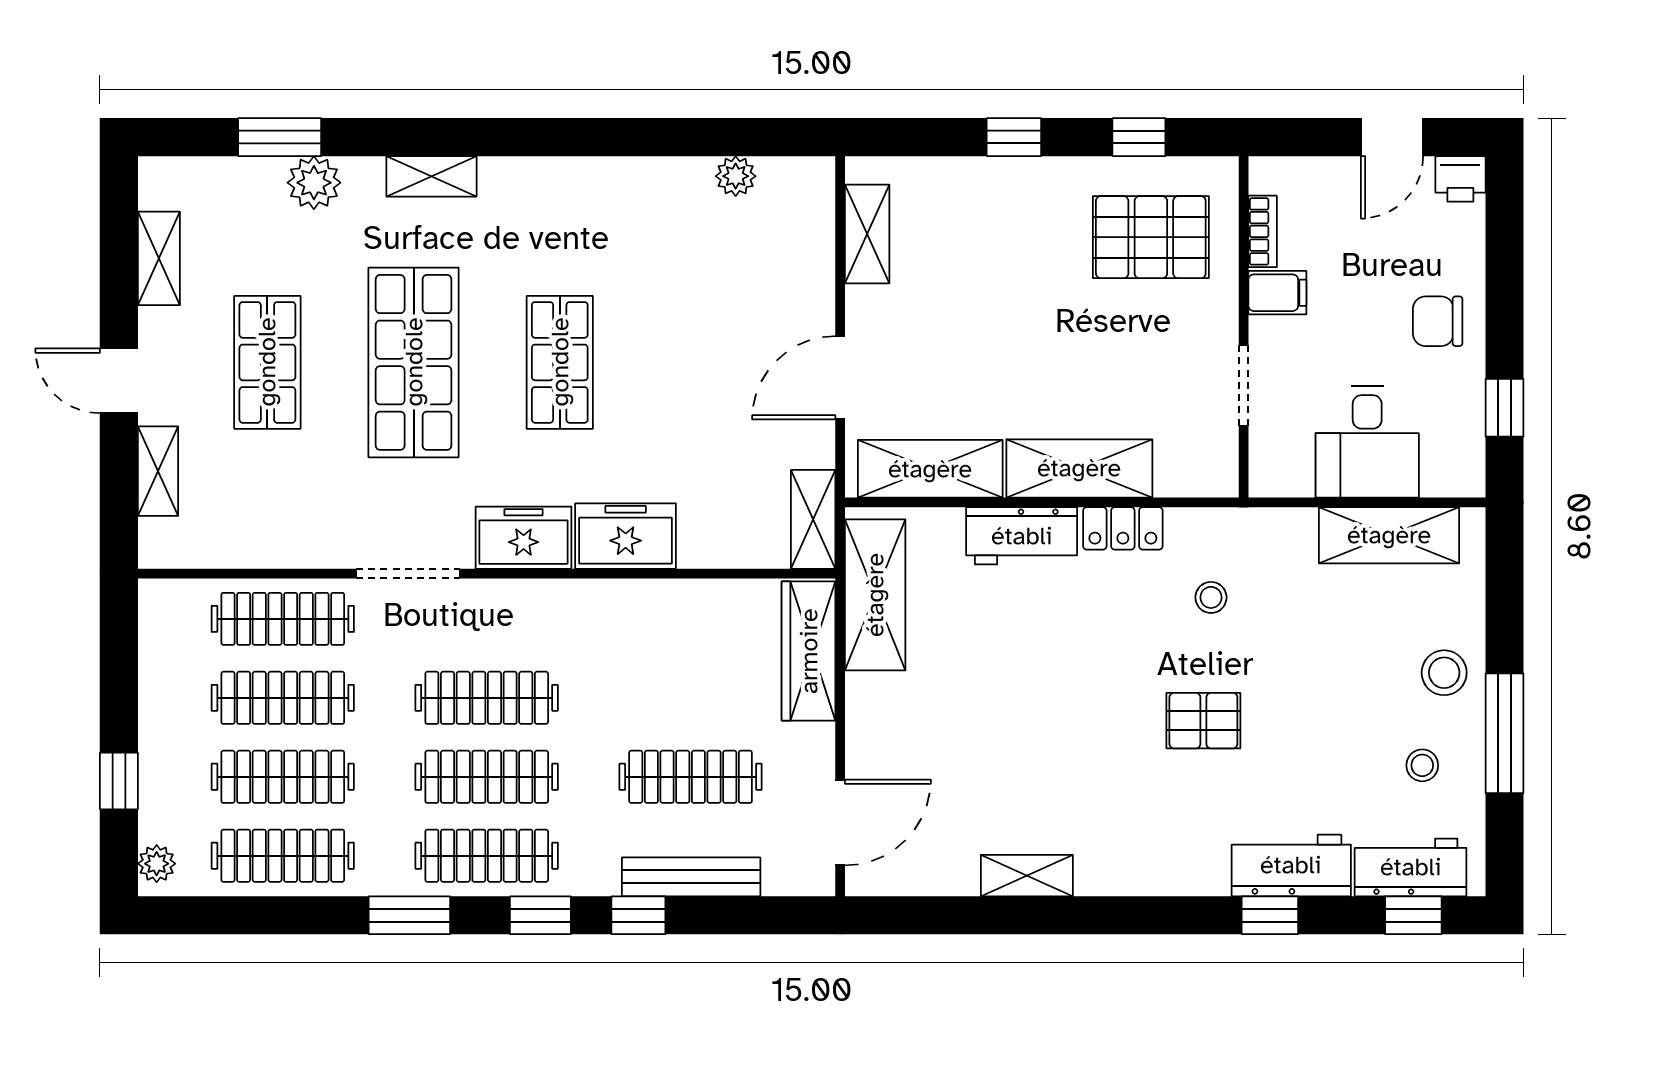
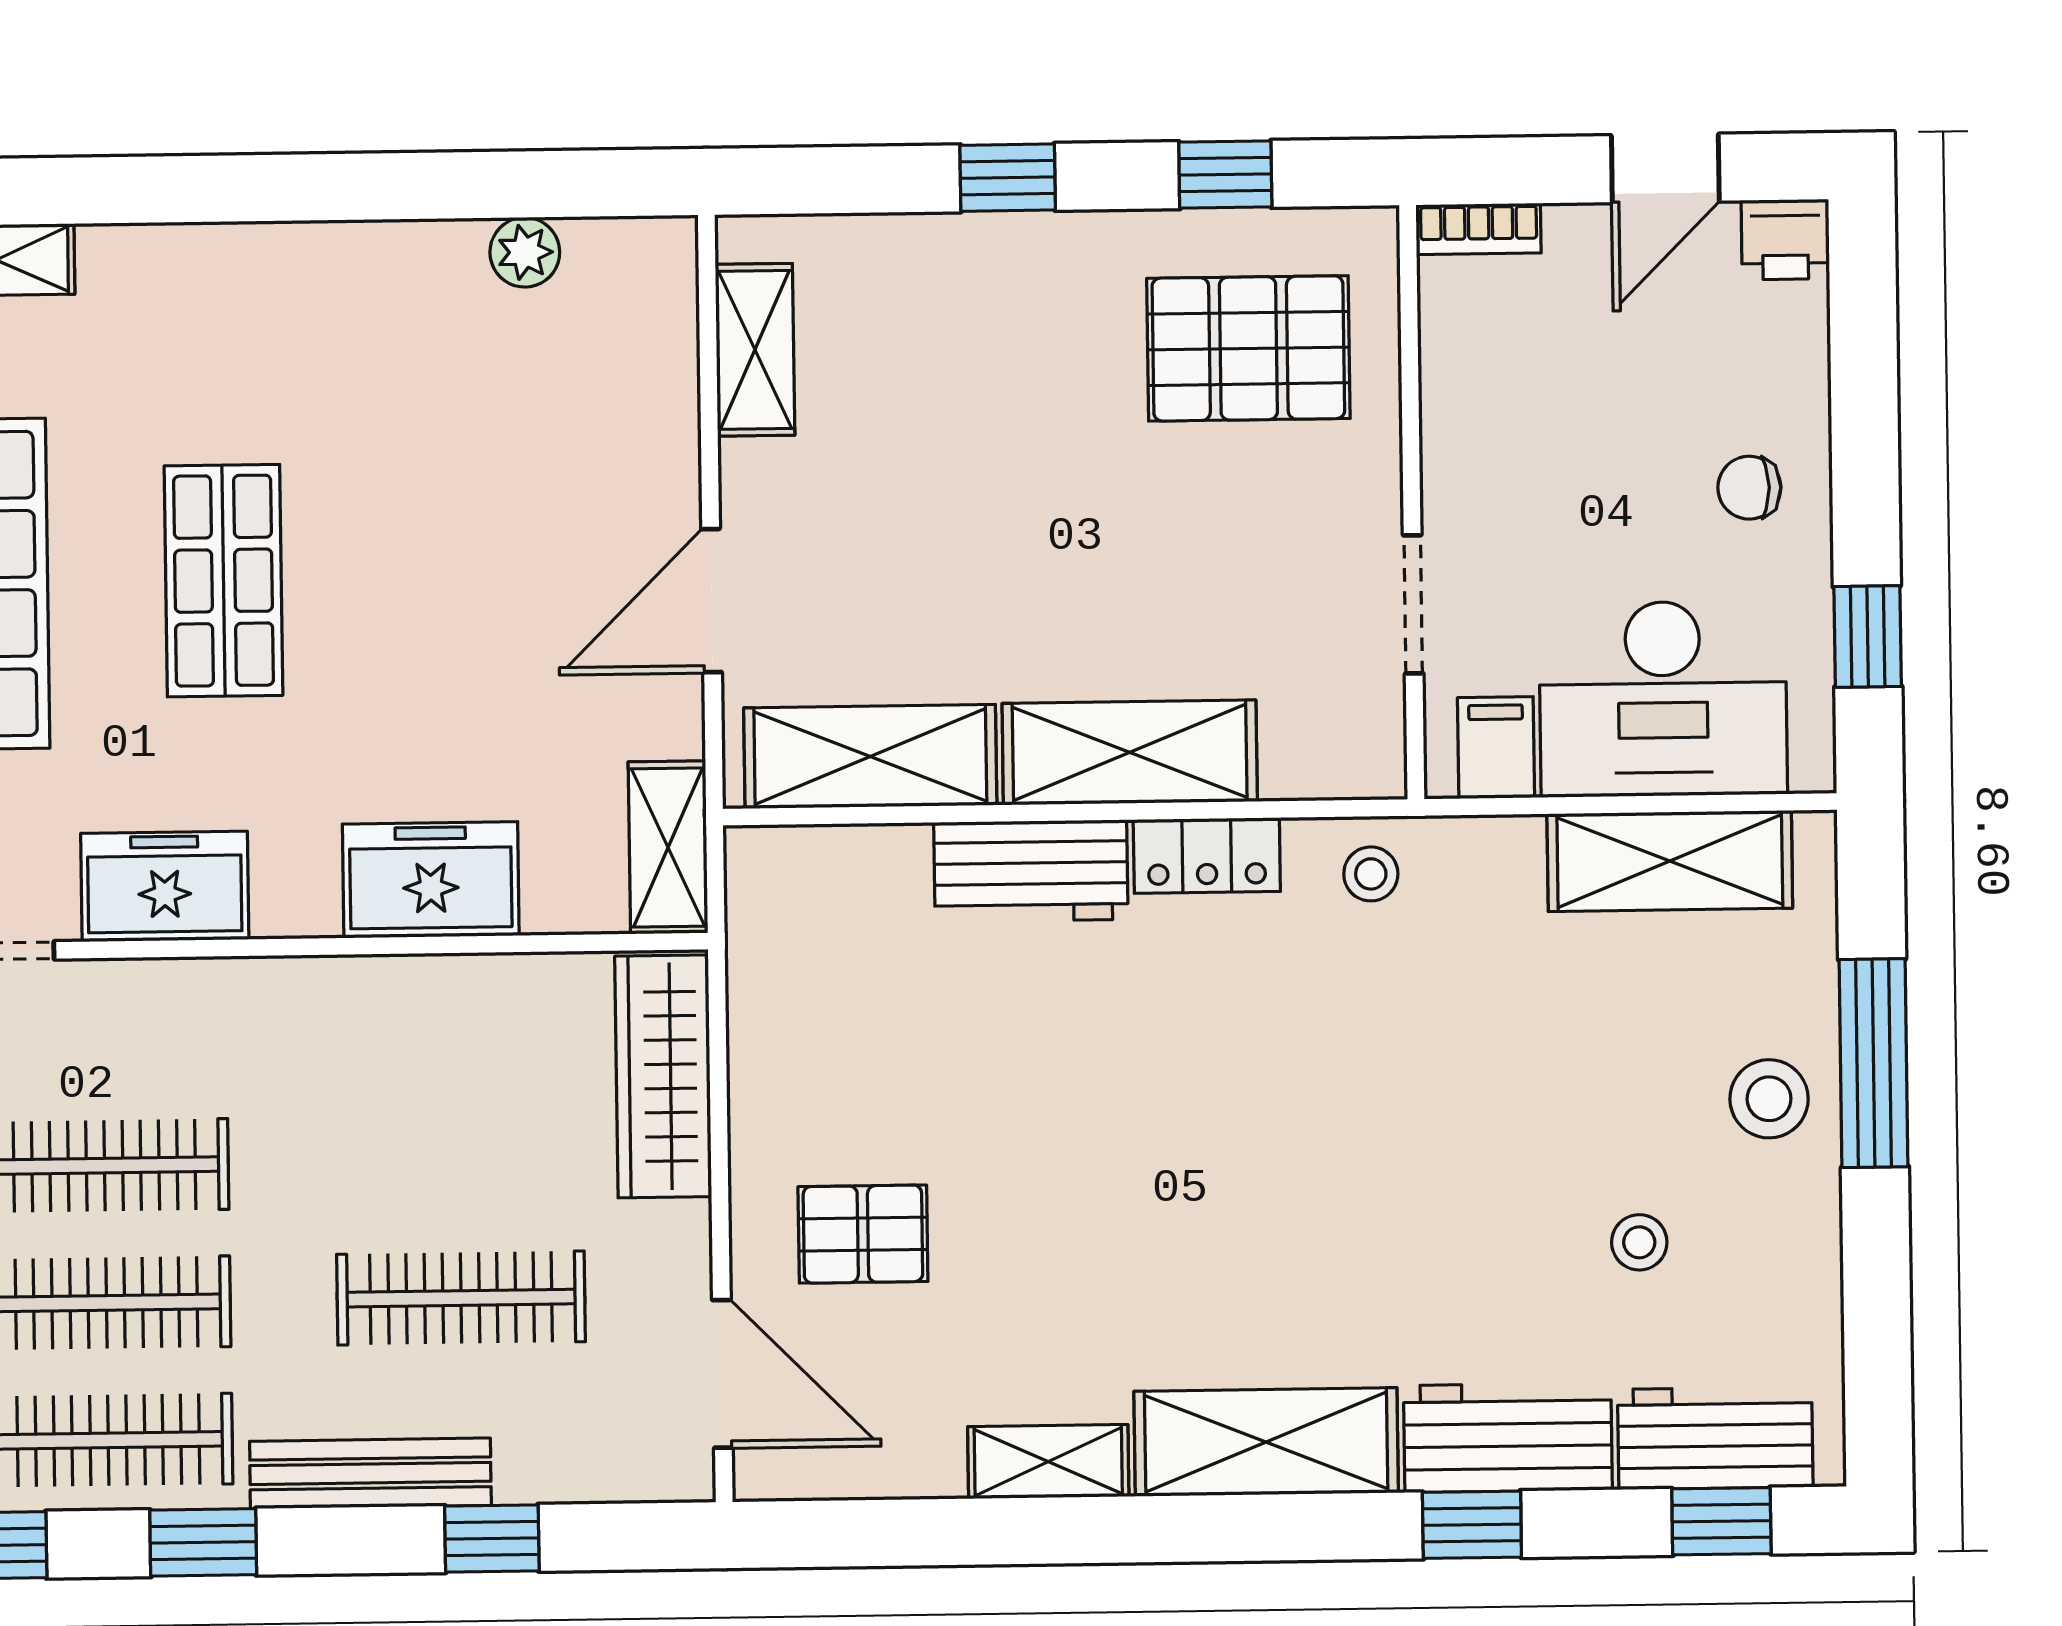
bookcase: (1263, 231) -> (1479, 229), moved, turned 90
filing cabinet: (1277, 293) -> (1496, 748), moved, turned -90
chair: (1438, 321) -> (1749, 488), width x0.73, depth x0.73
desk: (1367, 442) -> (1663, 699), width x1.37
freezer: (626, 536) -> (431, 880), moved
shelving: (875, 595) -> (1266, 1442), moved, turned 90
stool: (1211, 597) -> (1371, 874), moved
pallet: (1203, 721) -> (863, 1234), moved
window: (1504, 733) -> (1874, 1063), moved
stool: (1422, 765) -> (1639, 1242), moved
door: (840, 822) -> (722, 1374), hinge flipped
bench: (691, 877) -> (370, 1473), moved
window: (638, 915) -> (492, 1538), moved

